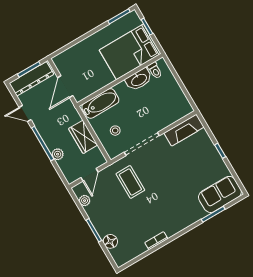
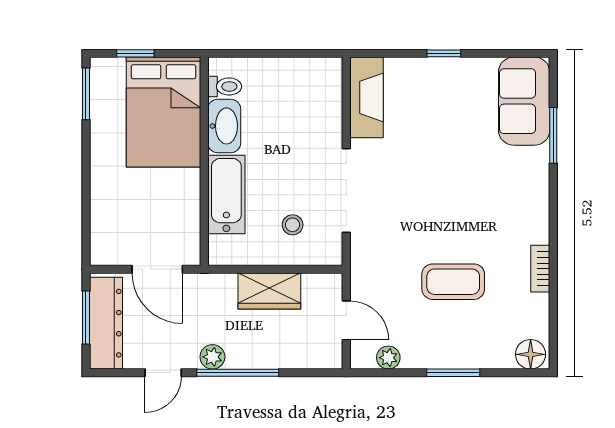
bathtub: (100, 103) -> (226, 195), moved
plant: (58, 154) -> (212, 357), moved
coffee table: (130, 182) -> (453, 282), moved
floor lamp: (110, 241) -> (531, 354), moved

